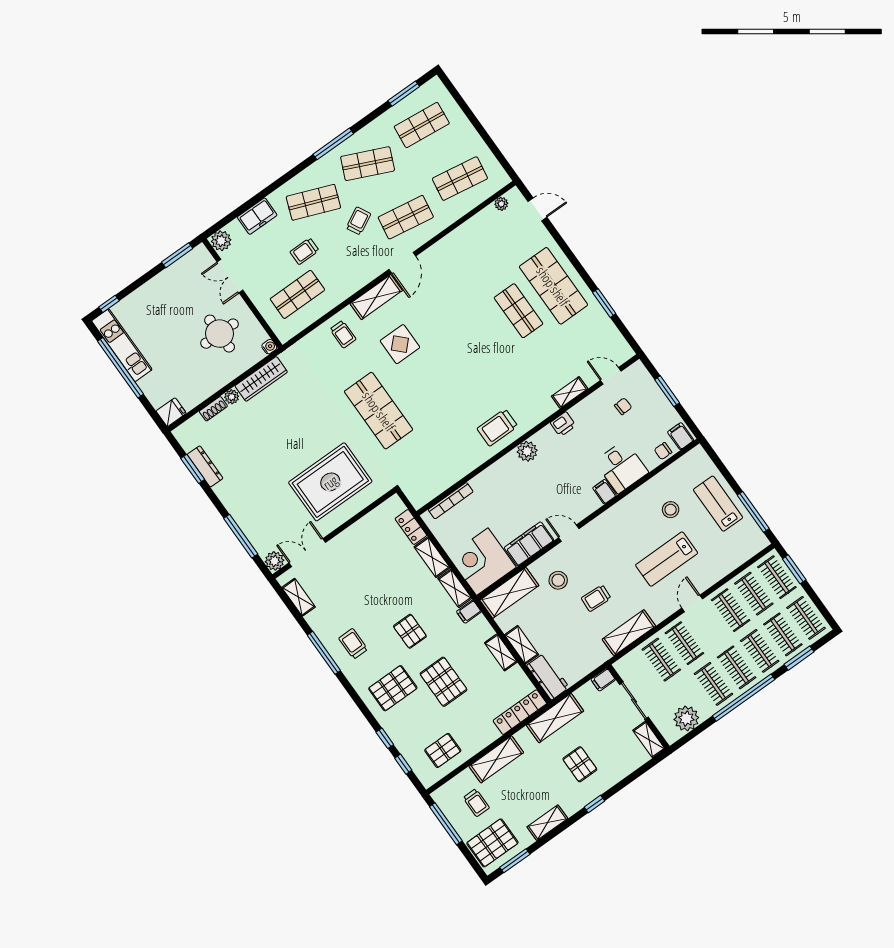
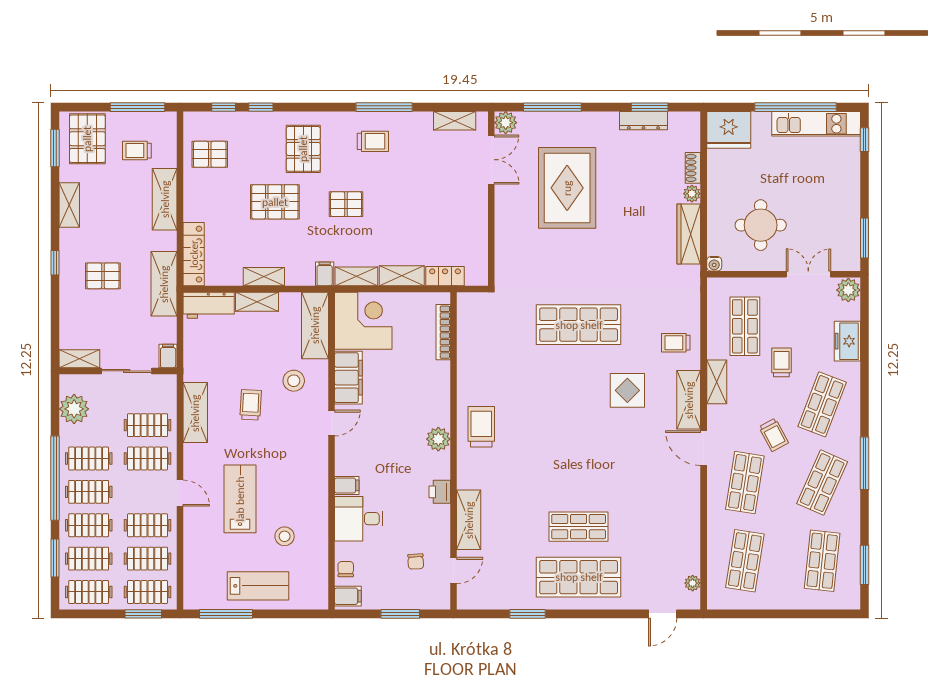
shelving: (350, 287) -> (717, 382), added
shelving: (570, 392) -> (469, 520), width x1.50, depth x1.33
fridge: (171, 412) -> (729, 130), width x1.88, depth x1.34
rug: (330, 482) -> (567, 188), moved
pallet: (443, 750) -> (210, 154), turned 90

